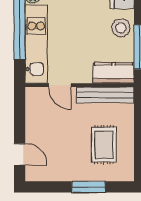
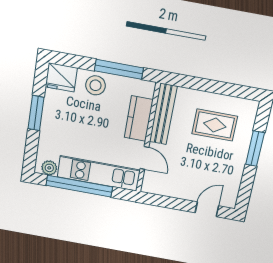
kitchen counter: (113, 73) -> (139, 119), moved
door: (60, 85) -> (144, 158), hinge flipped

